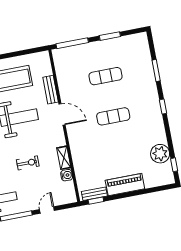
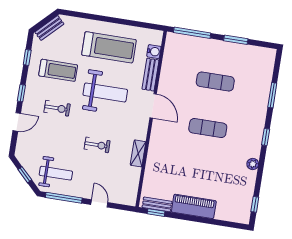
plant: (160, 154) -> (253, 164), moved, width x0.53, depth x0.53
water cooler: (67, 175) -> (154, 52), moved
door: (47, 210) -> (99, 203), hinge flipped

